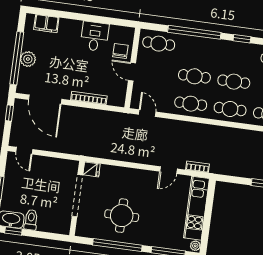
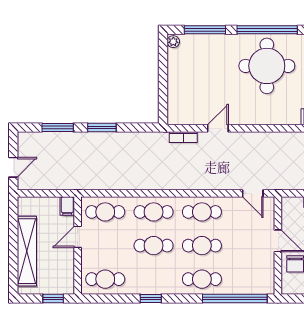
window: (194, 32) -> (235, 298), moved
cafe table: (159, 44) -> (202, 279), moved
kitchen unit: (197, 208) -> (178, 87), removed
round table: (122, 216) -> (267, 66), width x1.36, depth x1.36

